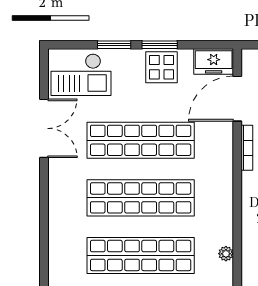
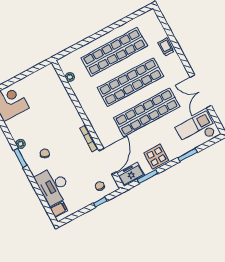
window: (160, 45) -> (148, 177), moved
trolley: (60, 222) -> (166, 47), added

